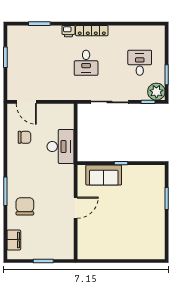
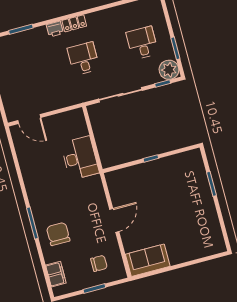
locker: (92, 31) -> (74, 23), width x0.66
desk: (86, 63) -> (83, 59), turned 180
chair: (24, 137) -> (99, 263), moved
sofa: (104, 175) -> (148, 260), moved, turned 180

